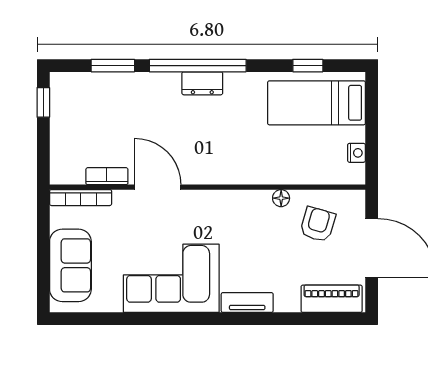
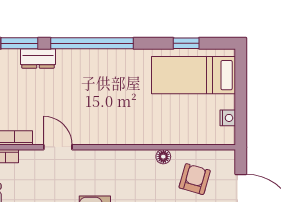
dresser: (202, 83) -> (38, 58), moved
door: (158, 187) -> (58, 147), width x0.73

